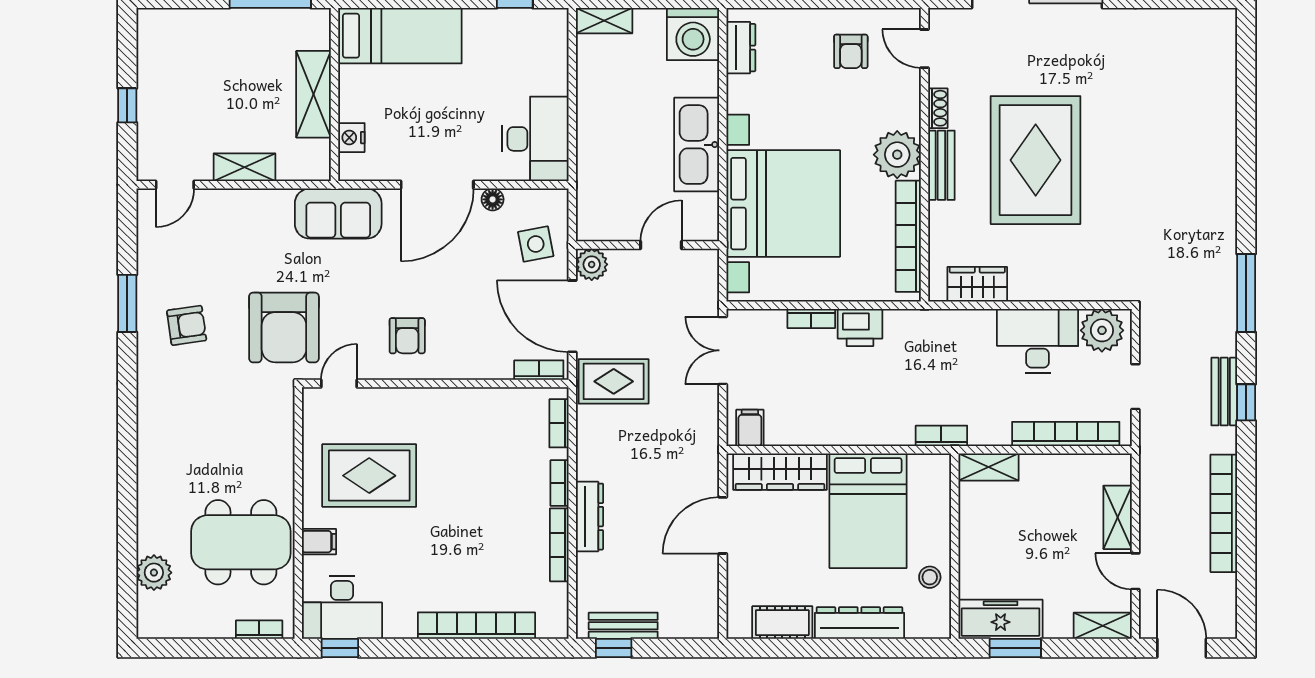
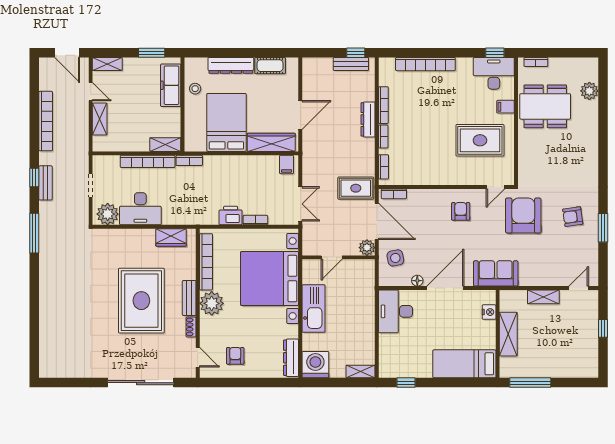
dresser: (741, 48) -> (291, 358), width x1.44
bookcase: (1066, 434) -> (148, 161), moved
freezer: (1001, 619) -> (171, 85), moved, turned 90

